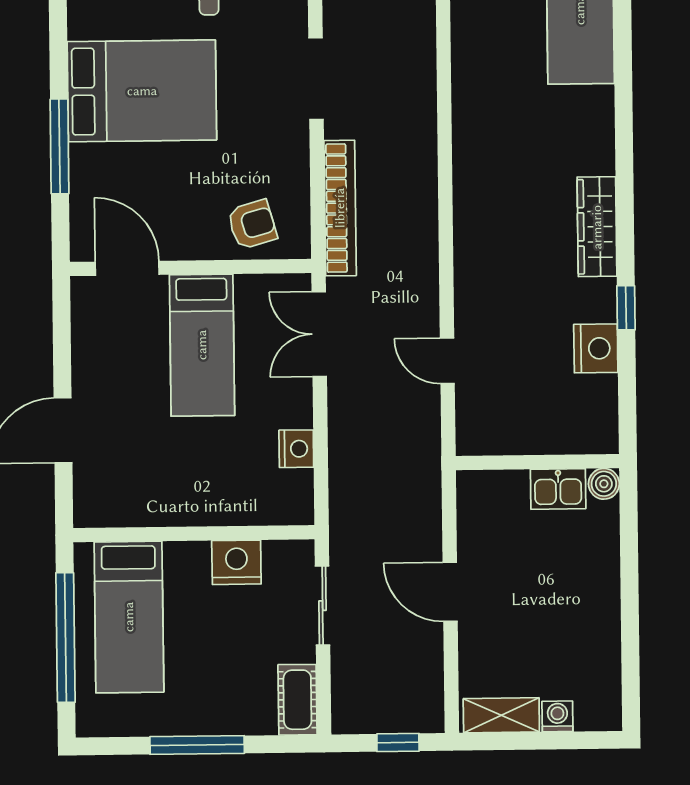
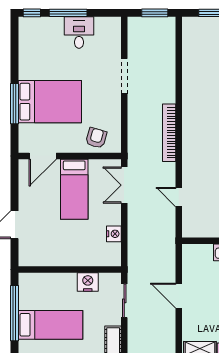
bed: (142, 91) -> (50, 102), moved
bookcase: (340, 208) -> (169, 133), moved, turned 180
armchair: (252, 224) -> (96, 138), turned -58
door: (127, 268) -> (43, 156), swing flipped
bed: (129, 617) -> (50, 325), moved, turned -90

